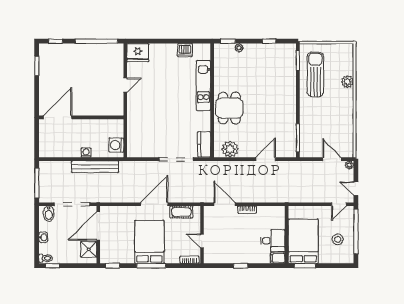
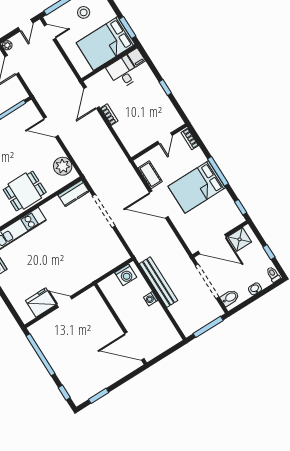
fridge: (138, 53) -> (41, 302), moved, turned -90
door: (225, 204) -> (91, 98), moved
window: (53, 266) -> (269, 252), moved

